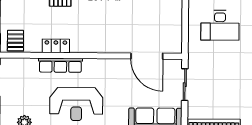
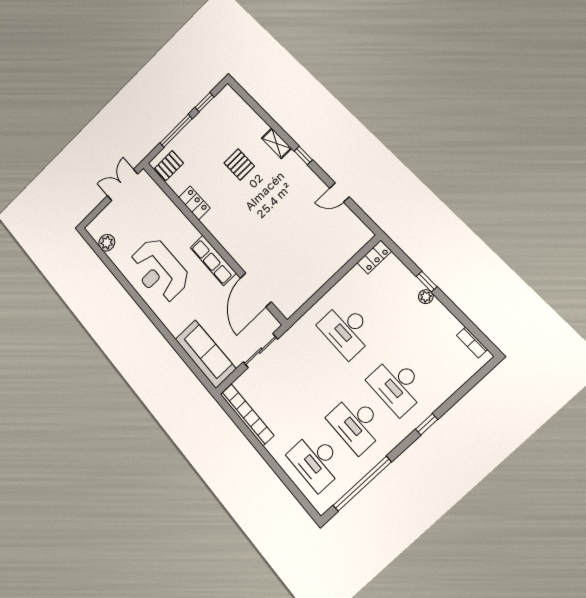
row of seats: (60, 65) -> (213, 260), moved

